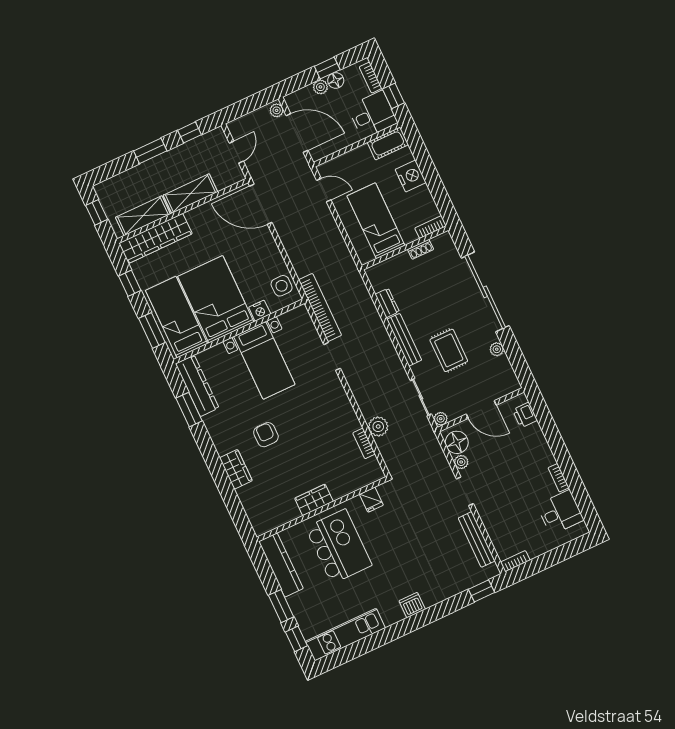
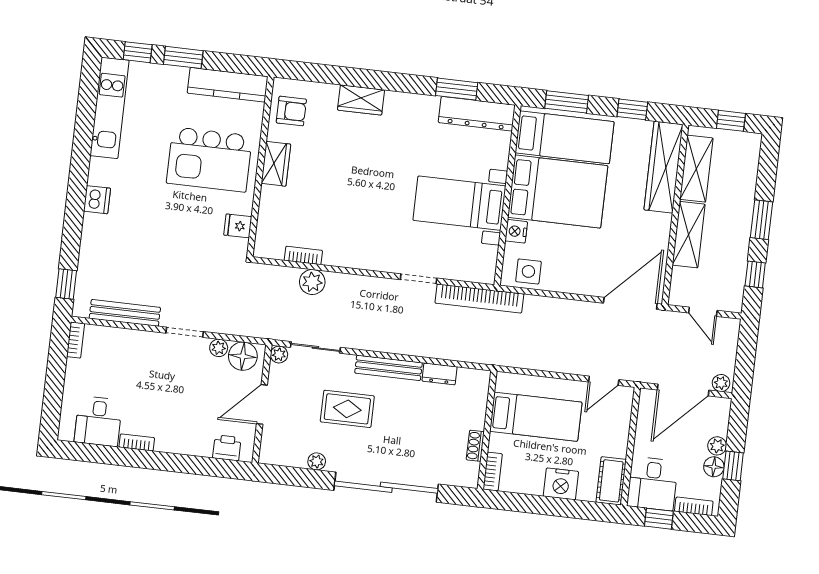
armchair: (266, 435) -> (291, 111), moved

